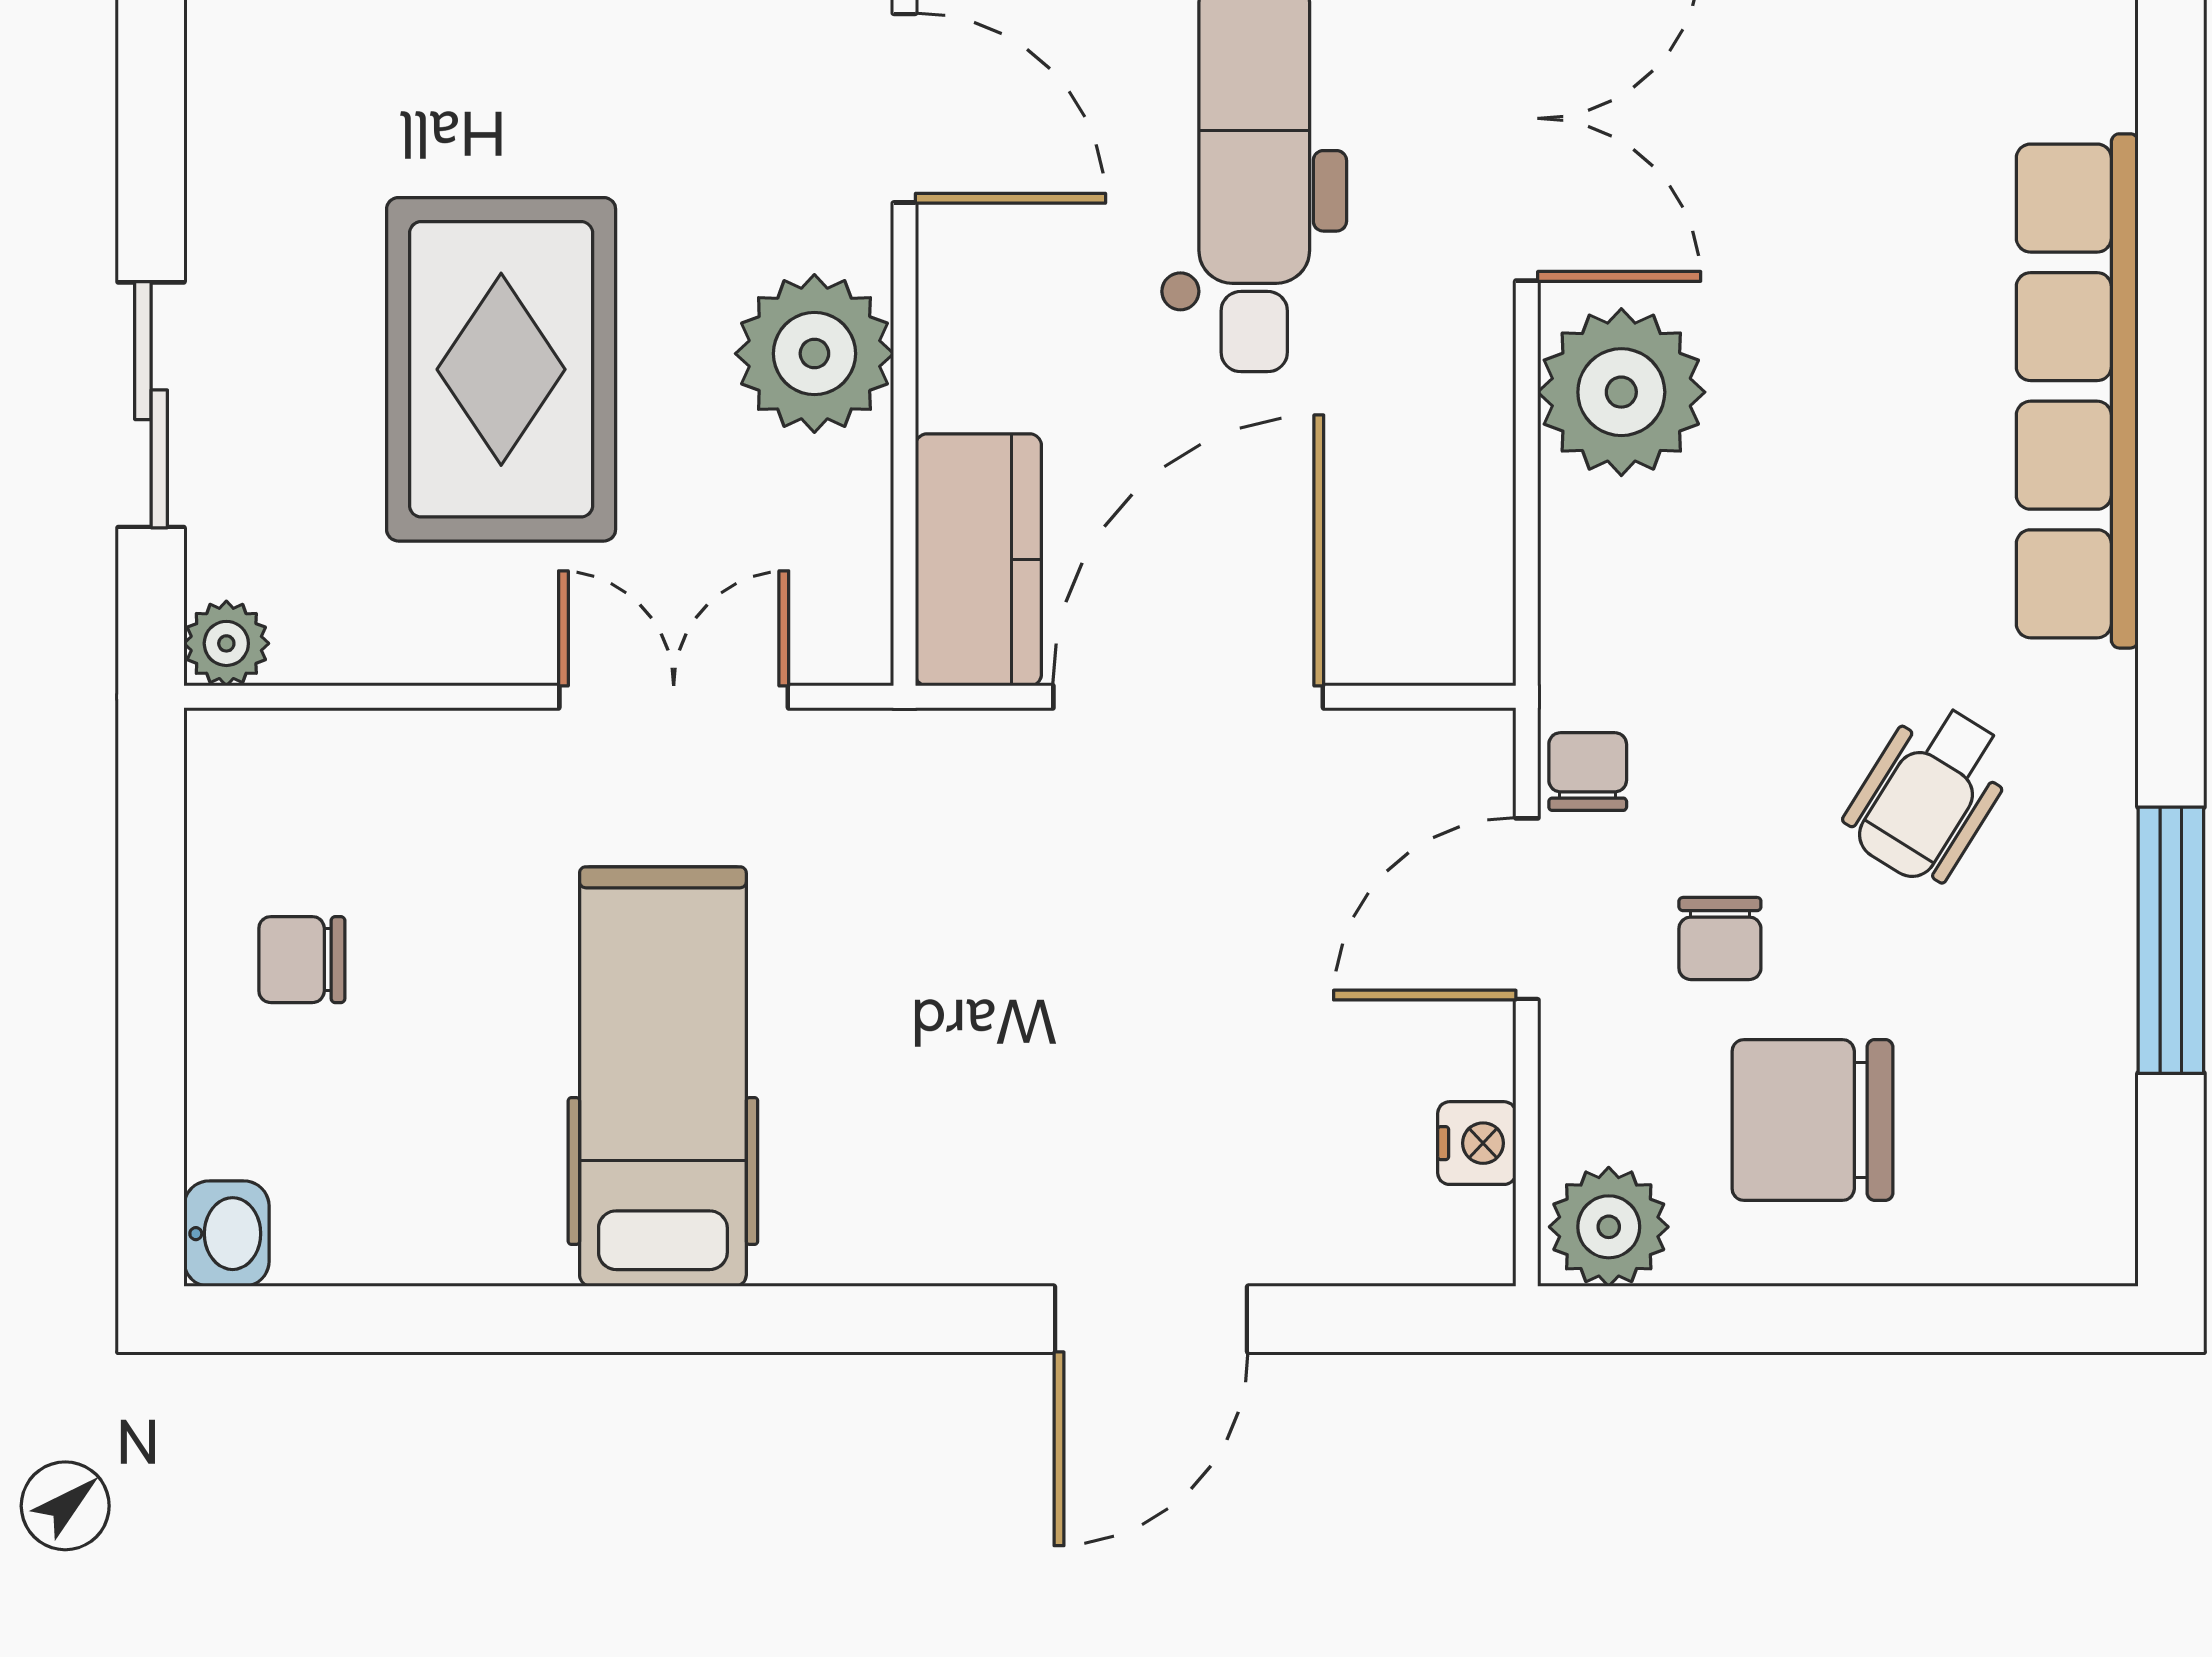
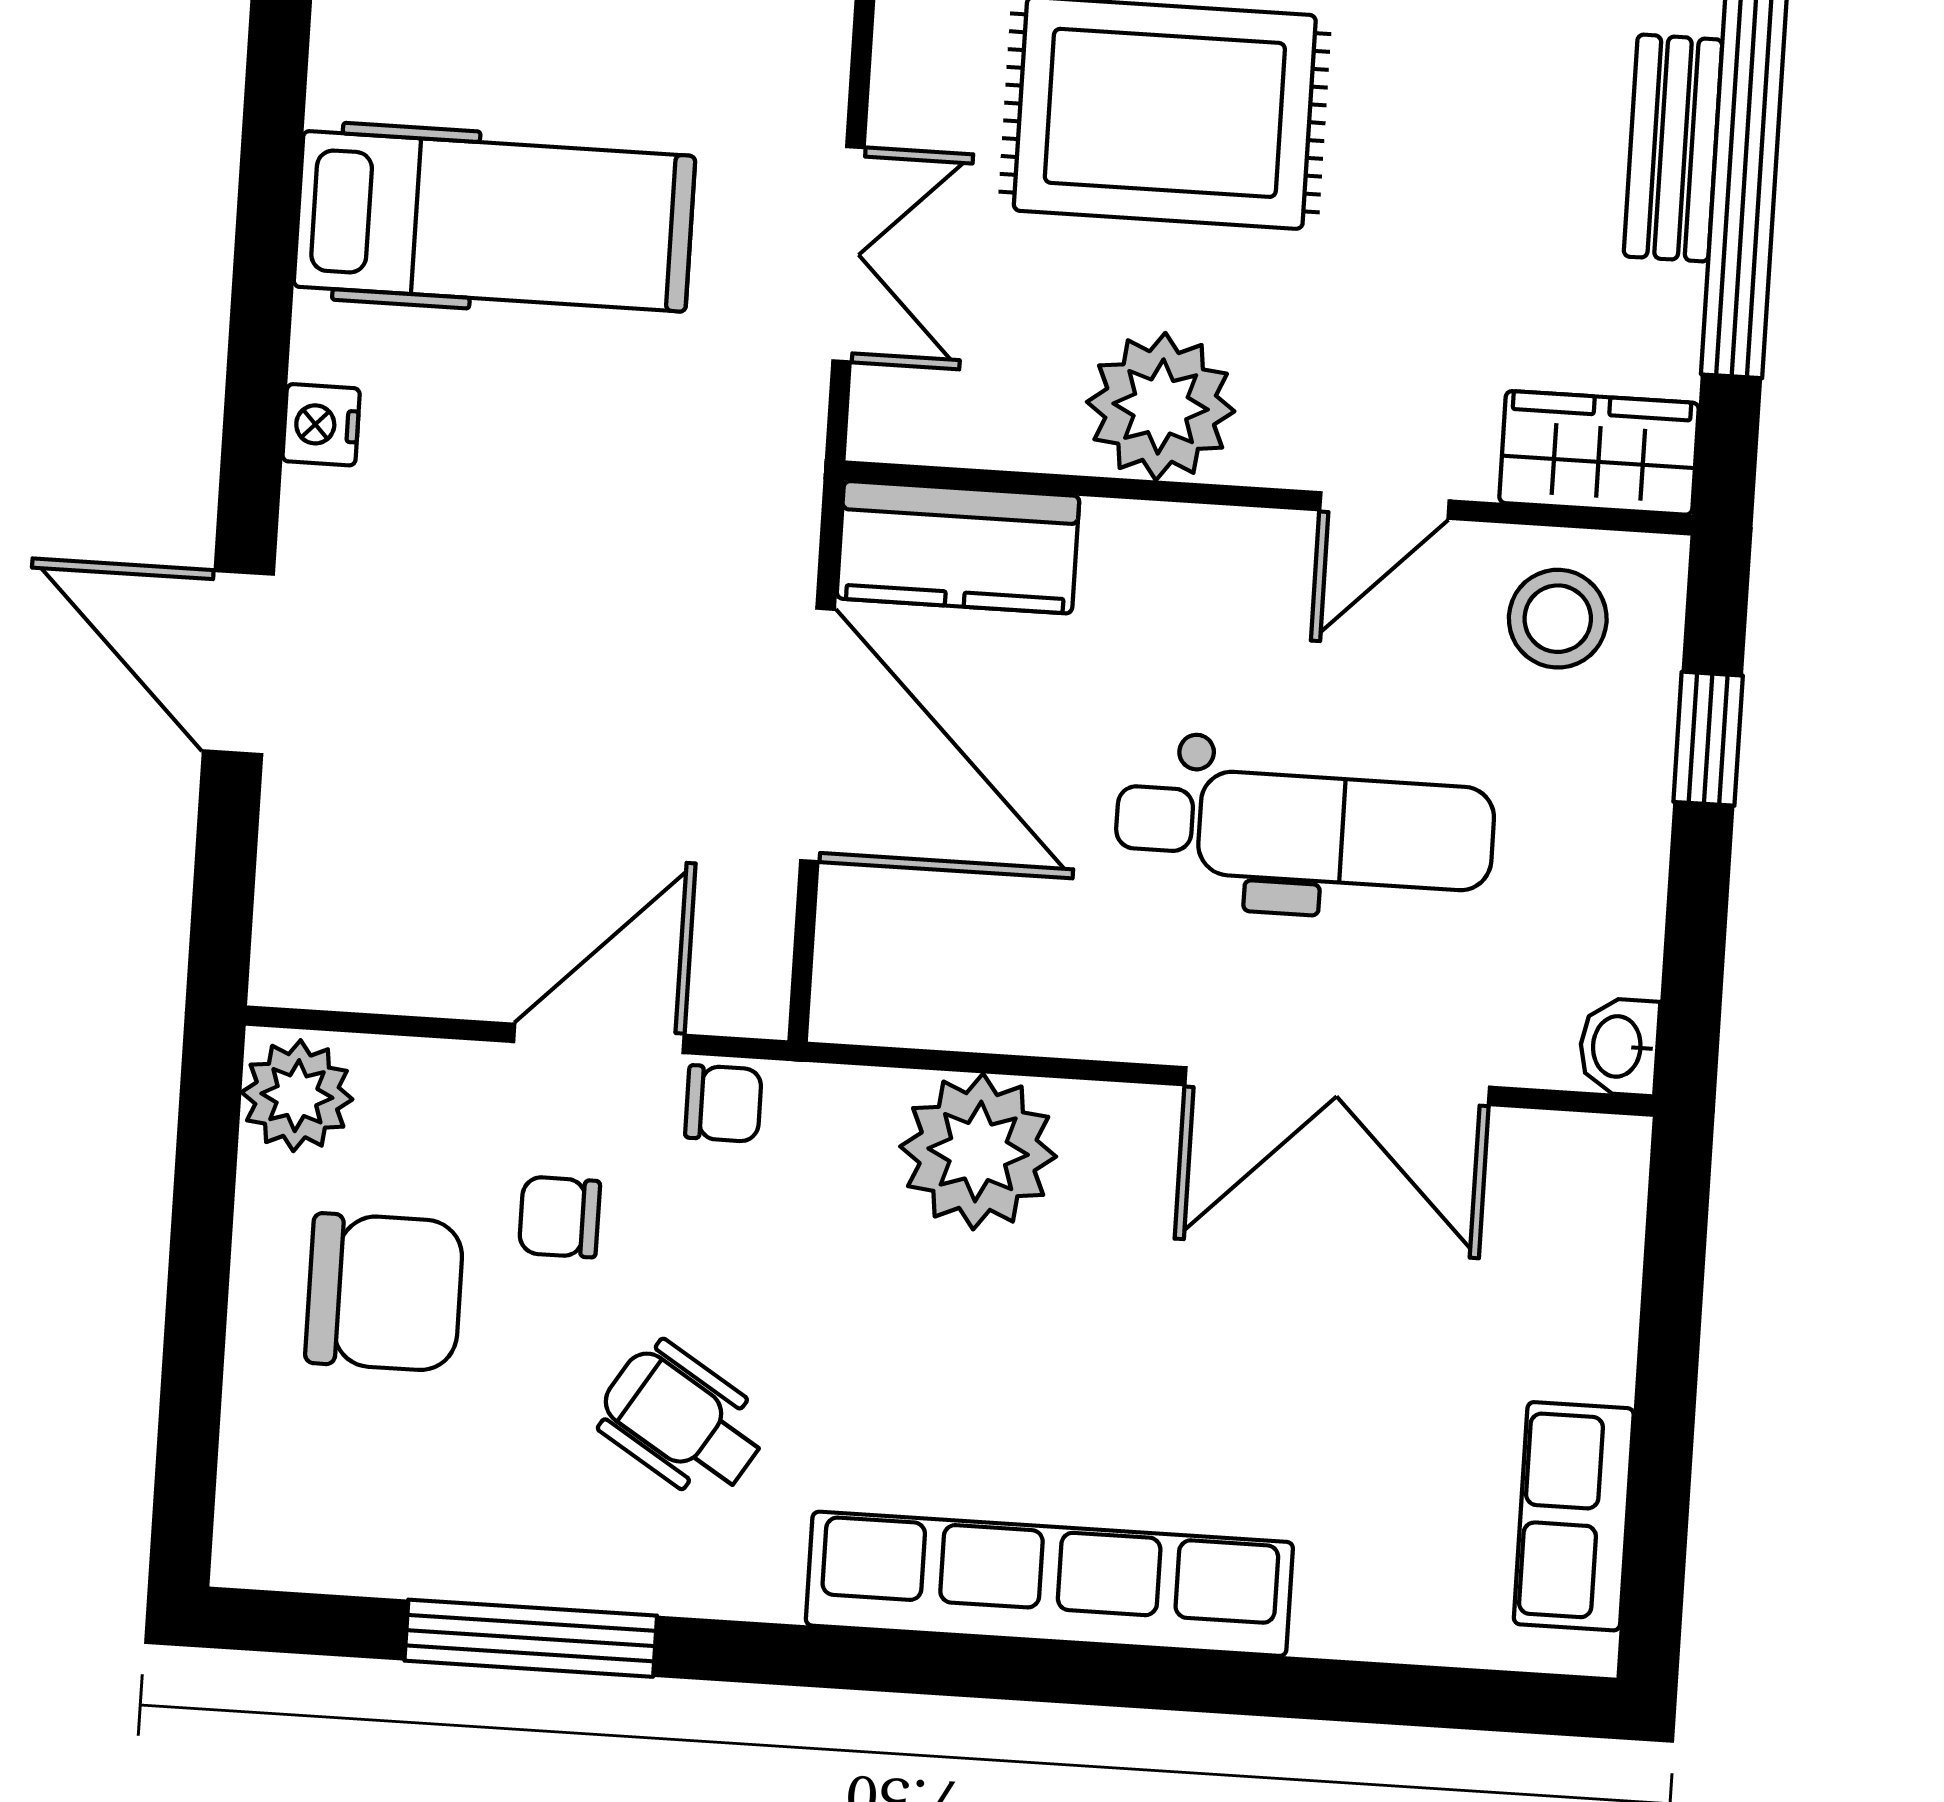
door: (904, 108) -> (1384, 505), width x0.73
plant: (1621, 392) -> (978, 1152), moved
door: (1527, 909) -> (599, 1038), hinge flipped
chair: (1812, 1120) -> (384, 1292), turned 90
nightstand: (1477, 1143) -> (321, 425), moved, turned 90

